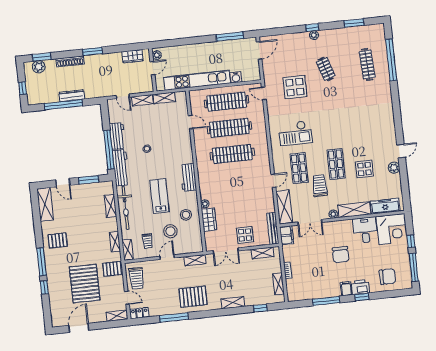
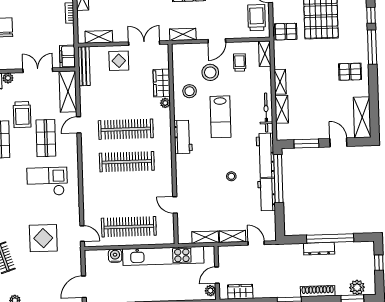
clothes rail: (229, 128) -> (126, 129), moved
bicycle: (125, 208) -> (266, 113), width x0.73, depth x0.71
shelving: (115, 242) -> (280, 82), moved

